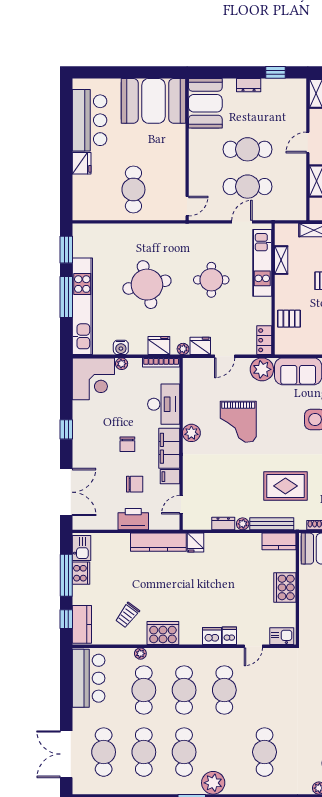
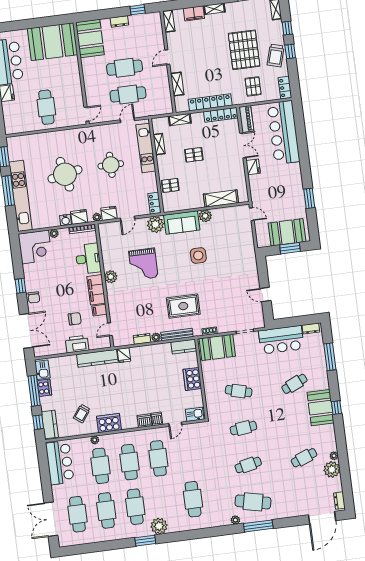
water cooler: (121, 347) -> (66, 220), moved
chair: (127, 444) -> (34, 297), moved

